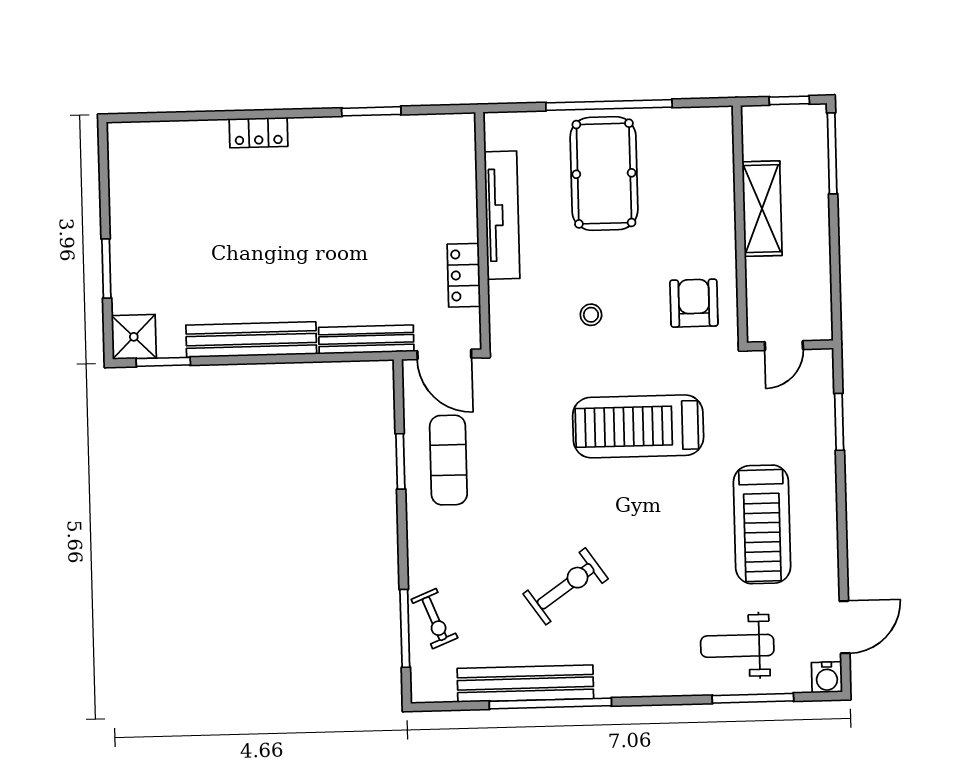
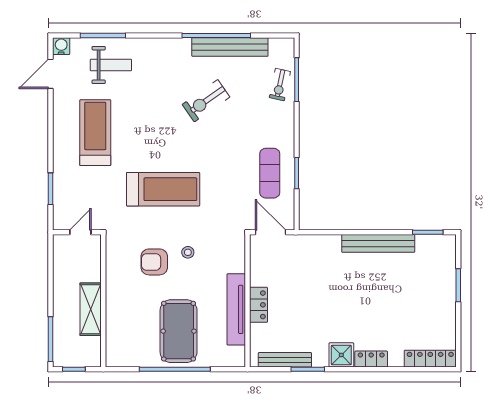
locker: (153, 136) -> (430, 359), added
locker: (464, 275) -> (258, 305), moved
armchair: (694, 303) -> (154, 262), moved, turned 90
shower: (134, 337) -> (341, 355), moved
bench: (366, 339) -> (285, 360), moved
exercise bike: (434, 619) -> (280, 85), turned -146

